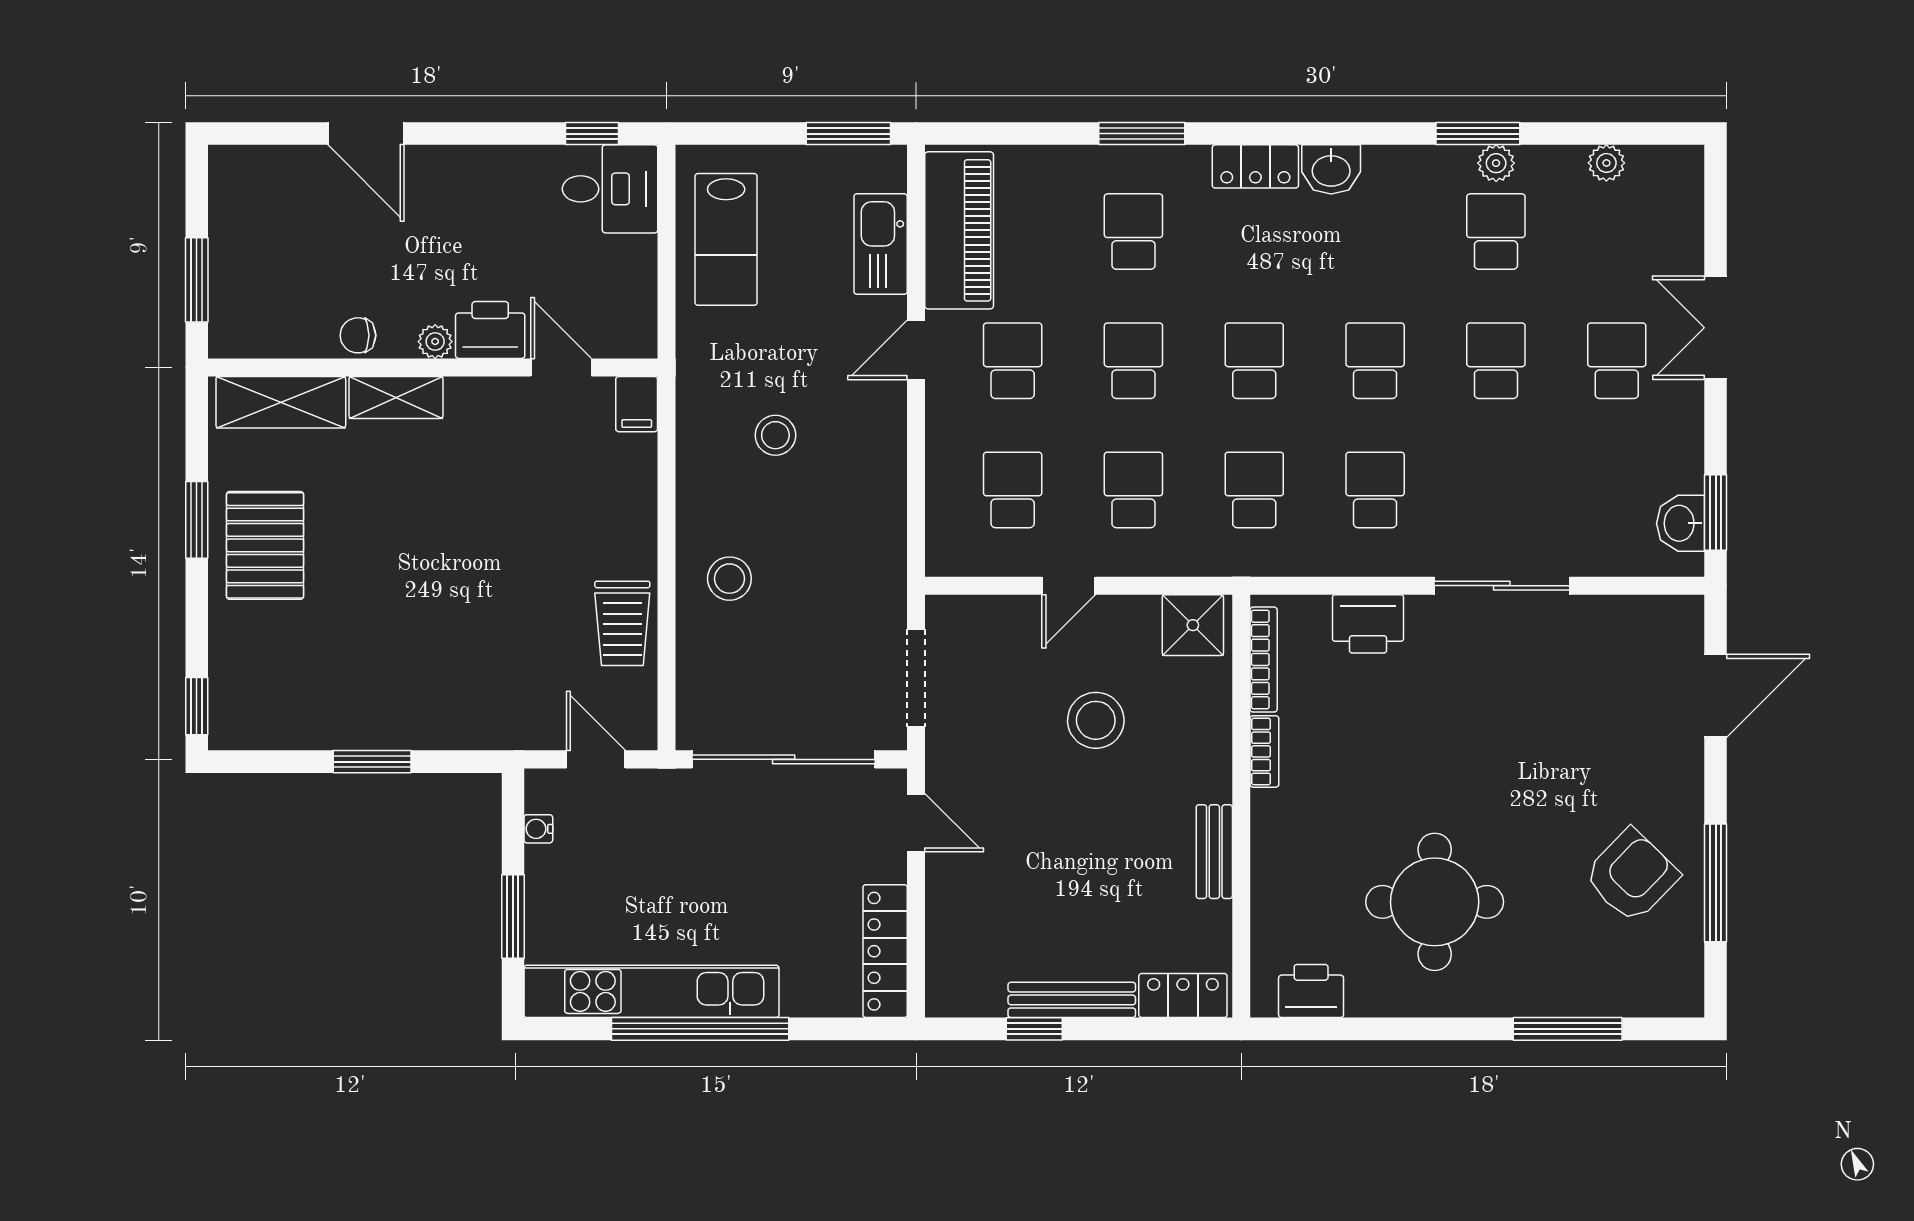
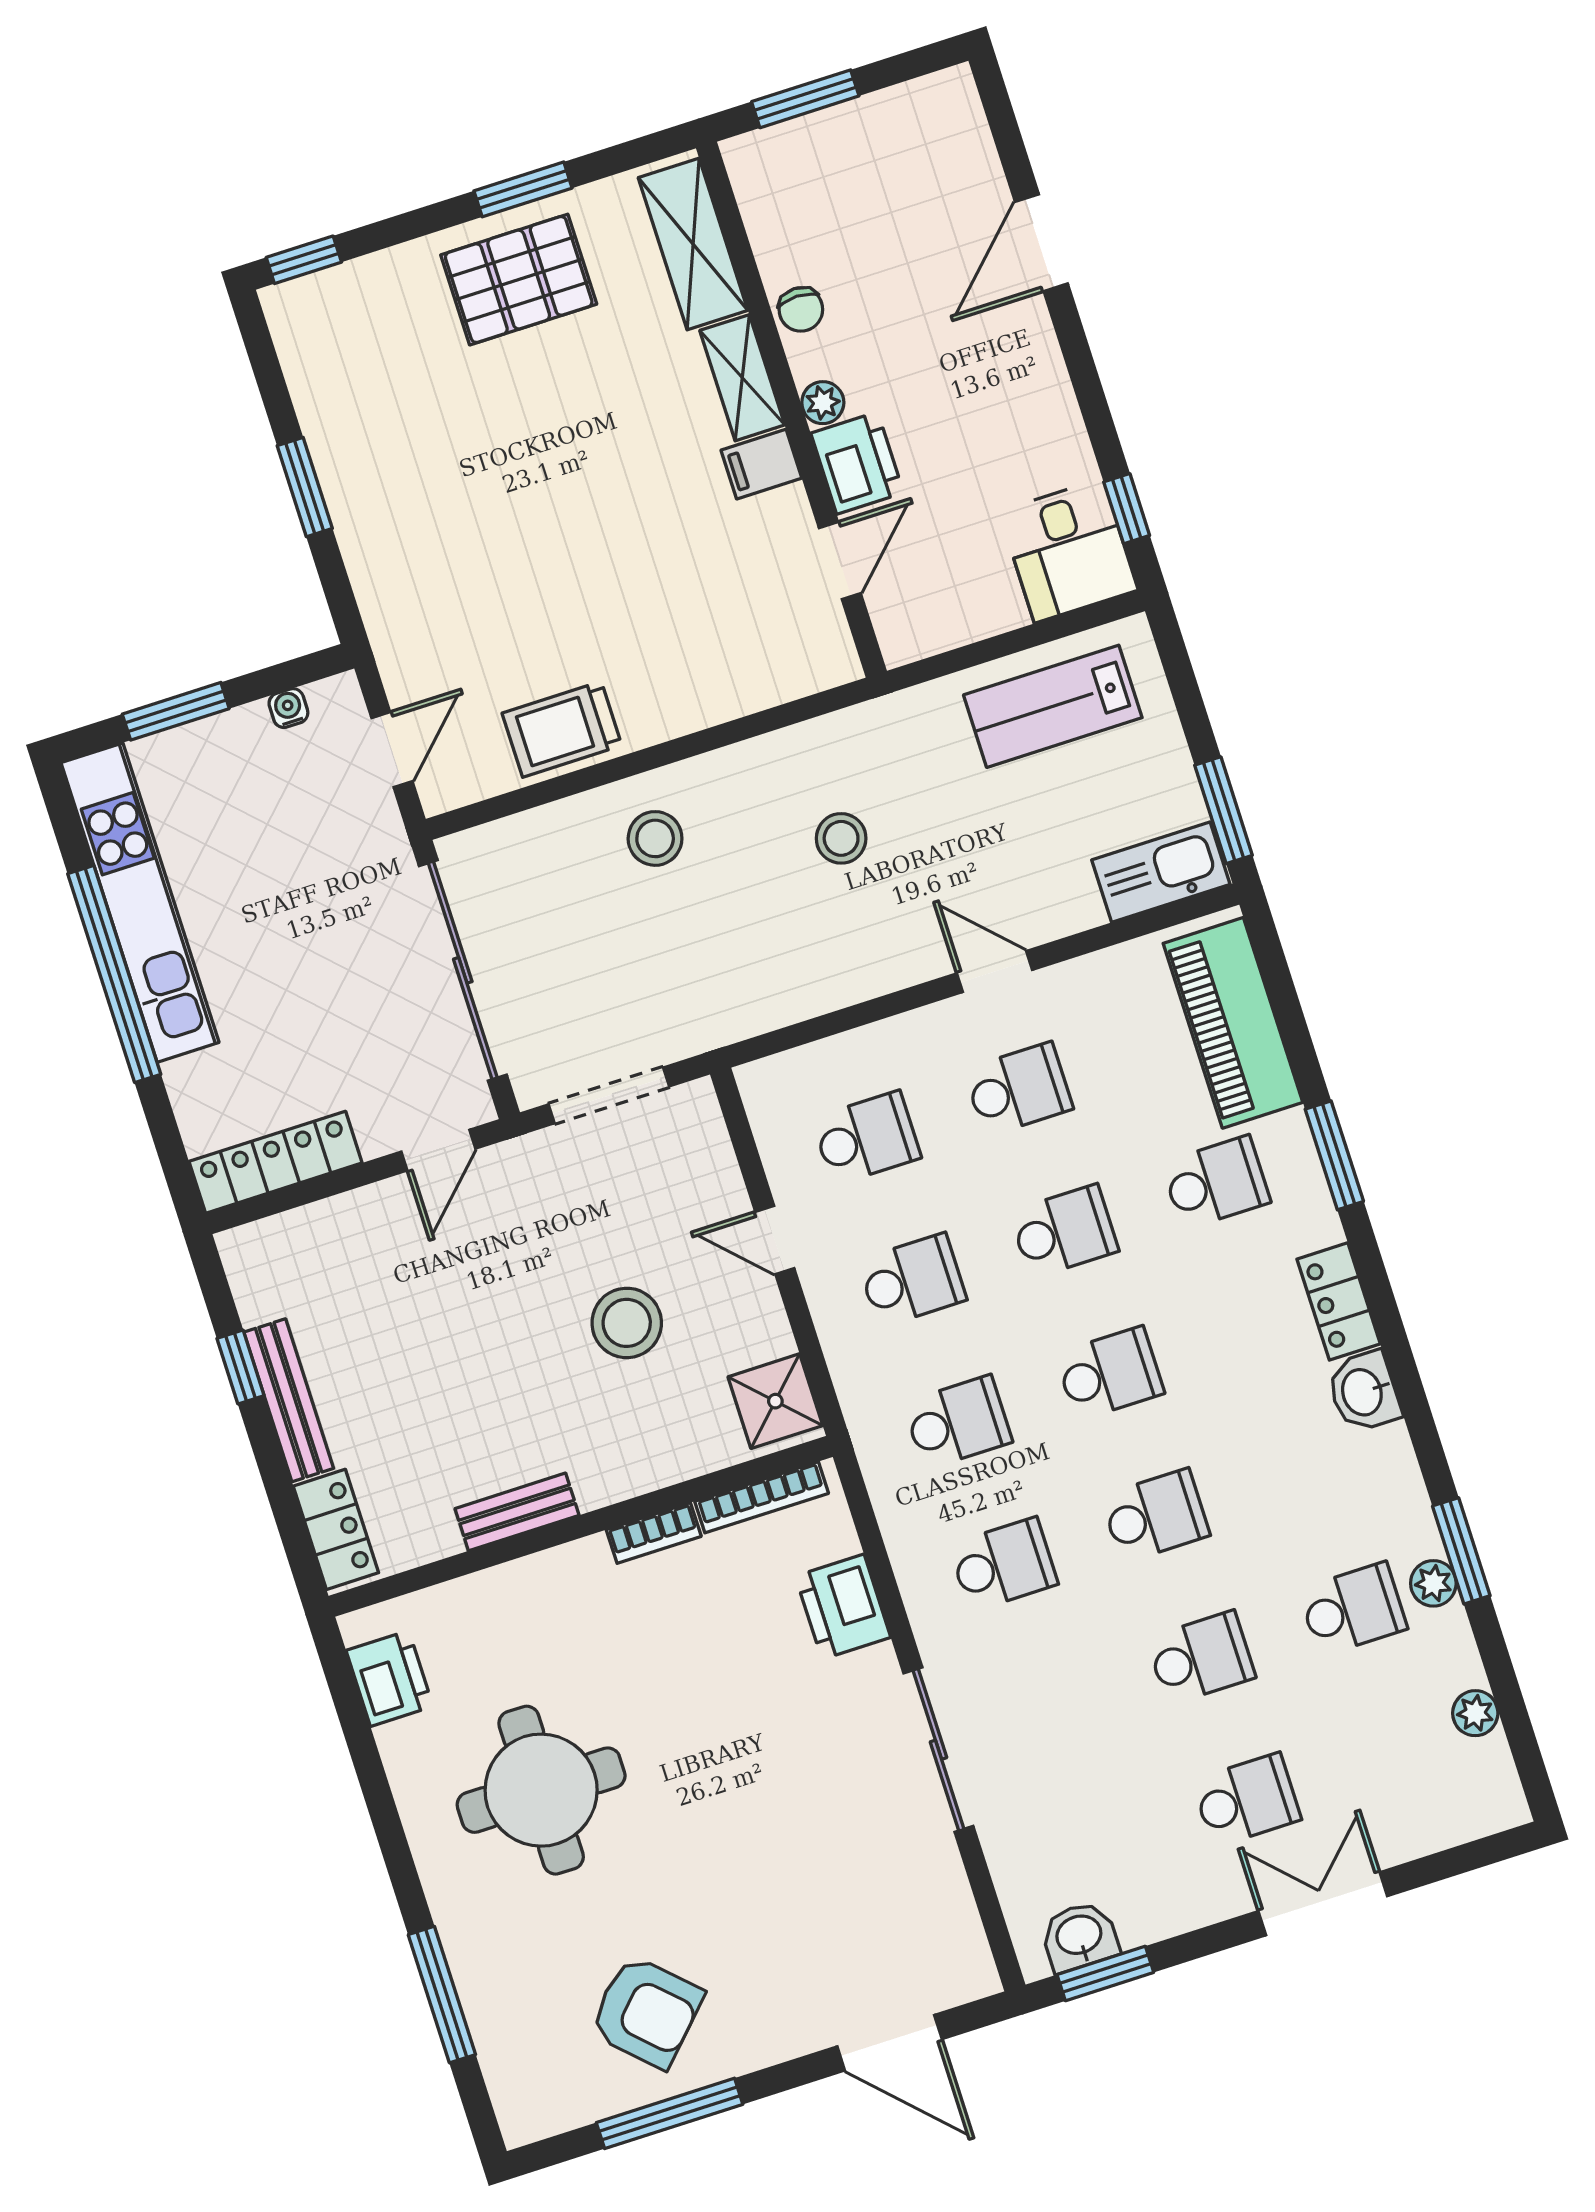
piano: (959, 230) -> (1233, 1023), moved, turned 90
kitchen sink: (881, 244) -> (1161, 872), moved
chair: (358, 335) -> (801, 309), turned 180
filing cabinet: (637, 404) -> (761, 464), moved

